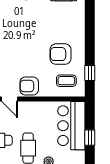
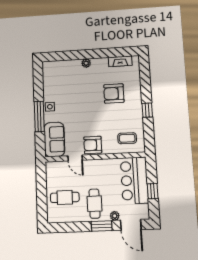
armchair: (61, 54) -> (114, 93), moved
window: (90, 73) -> (147, 110), moved

